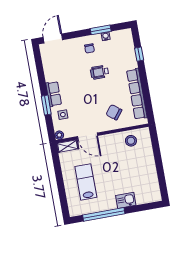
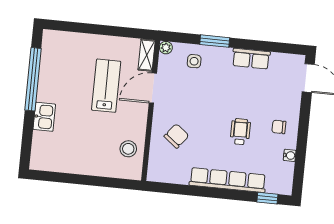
window: (101, 30) -> (301, 151), removed
window: (139, 54) -> (267, 198), moved
row of seats: (54, 94) -> (251, 59), moved
row of seats: (137, 94) -> (228, 180), moved
lab bench: (86, 182) -> (106, 86), moved, turned -90

